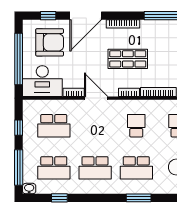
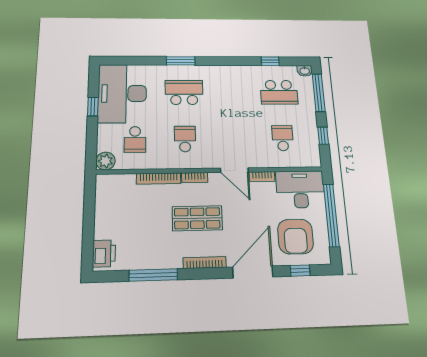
armchair: (50, 42) -> (296, 237), turned -90
school desk: (54, 126) -> (283, 138), width x0.54
school desk: (136, 126) -> (185, 139), turned 180
school desk: (54, 168) -> (279, 92), turned 180
school desk: (95, 168) -> (232, 92), removed

